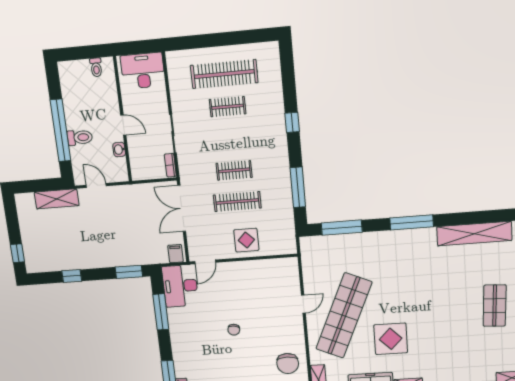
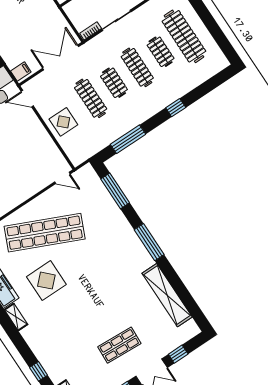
clothes rail: (231, 139) -> (137, 67), added
door: (303, 304) -> (62, 178), moved

